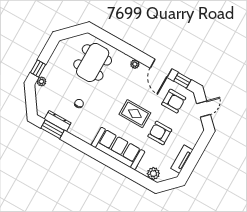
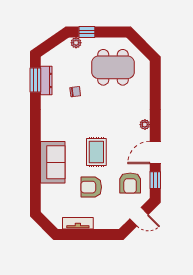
dining table: (93, 62) -> (113, 67), moved
armchair: (160, 133) -> (91, 187), turned -90
sofa: (118, 149) -> (53, 162), width x0.73
plant: (153, 174) -> (48, 203), removed

